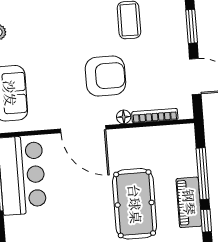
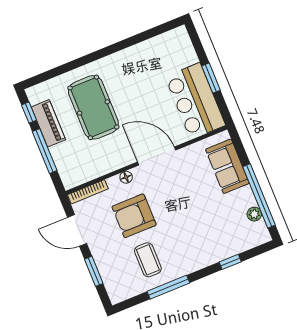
armchair: (105, 76) -> (134, 216), moved
bookcase: (155, 116) -> (88, 192), moved

